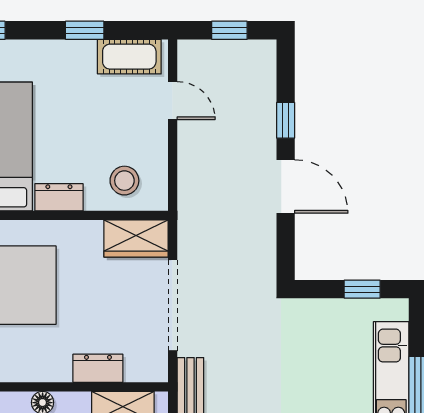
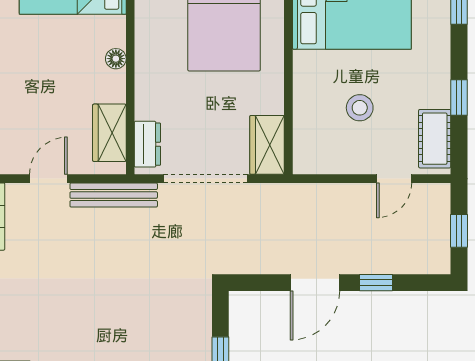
stool: (124, 181) -> (360, 108), moved
dresser: (59, 197) -> (305, 74), removed
dresser: (98, 368) -> (147, 144), moved

